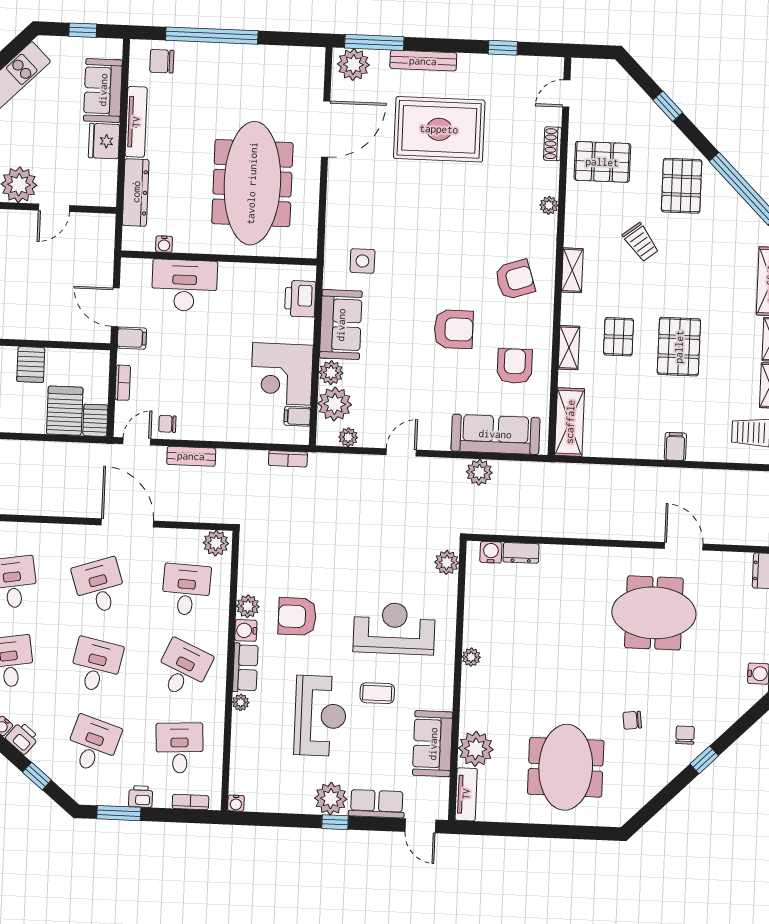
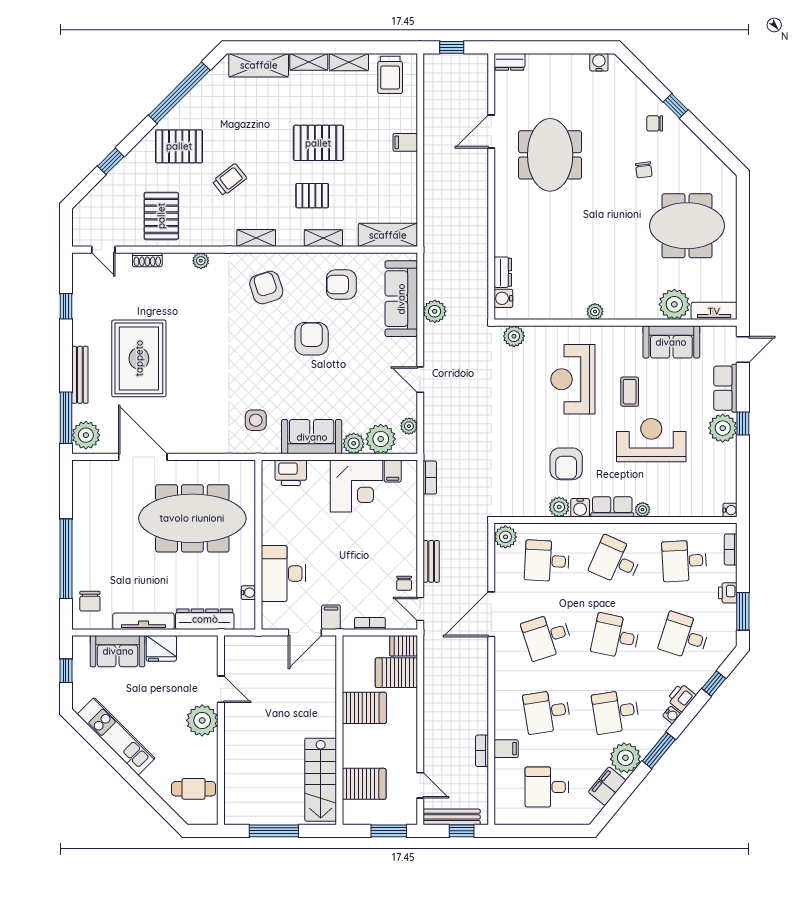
server rack: (31, 365) -> (364, 708), width x1.36, depth x1.44

